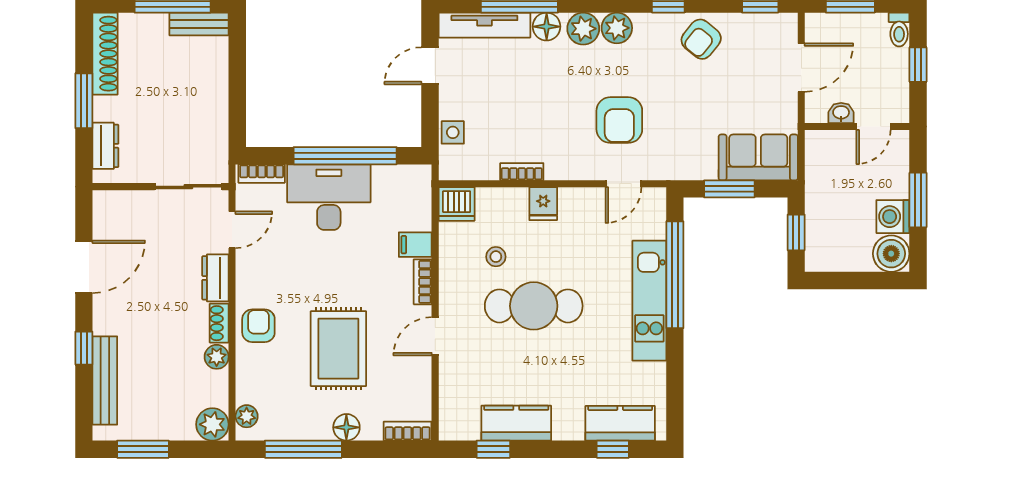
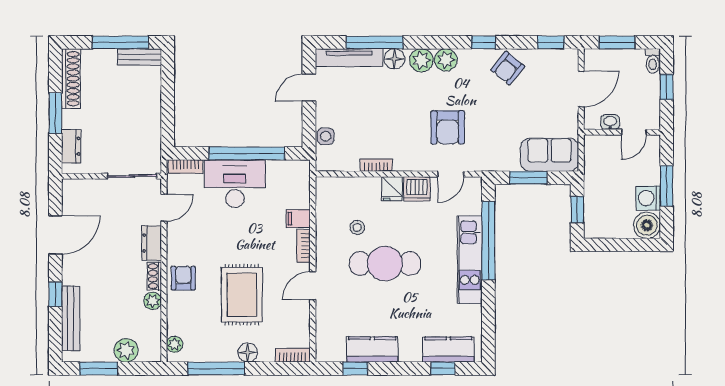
dishwasher: (457, 204) -> (417, 189), moved
plant: (212, 424) -> (126, 350), moved

